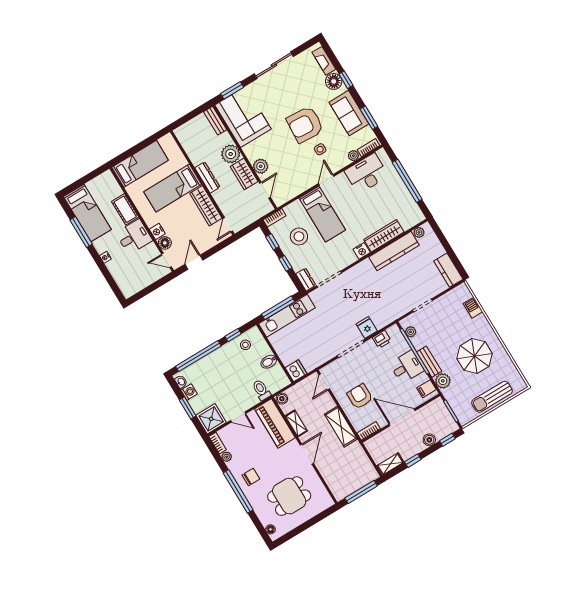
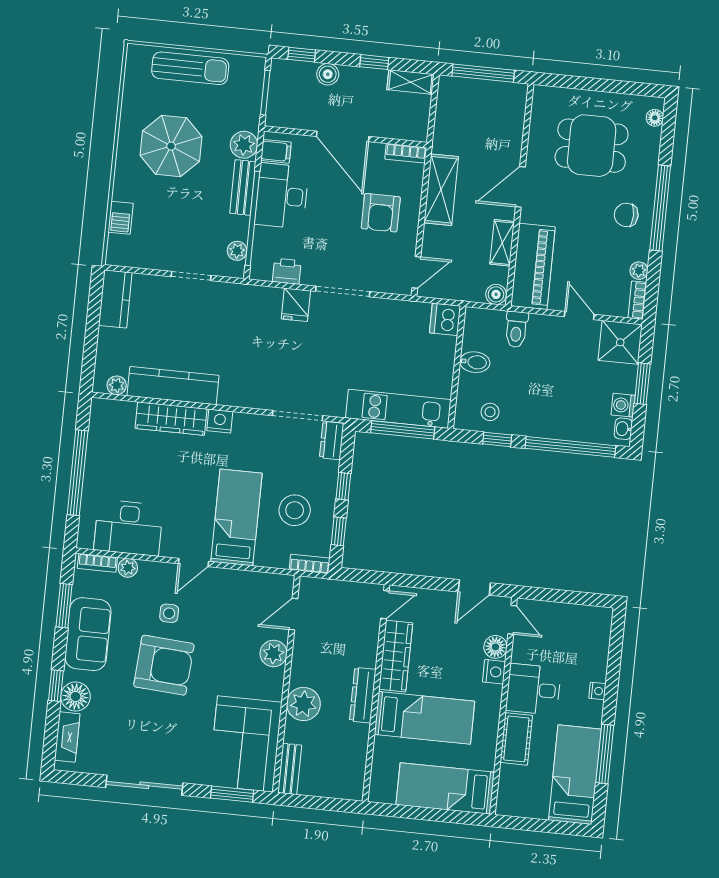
wardrobe: (244, 174) -> (306, 660), removed
desk: (407, 367) -> (282, 196), width x1.37

